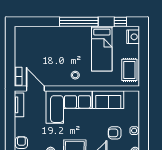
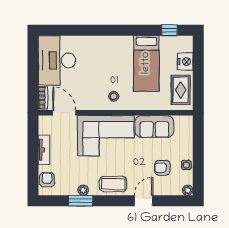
window: (79, 22) -> (118, 30), removed
nightstand: (133, 37) -> (185, 62), moved
desk: (29, 46) -> (57, 60), added
tv unit: (19, 105) -> (44, 150), moved

